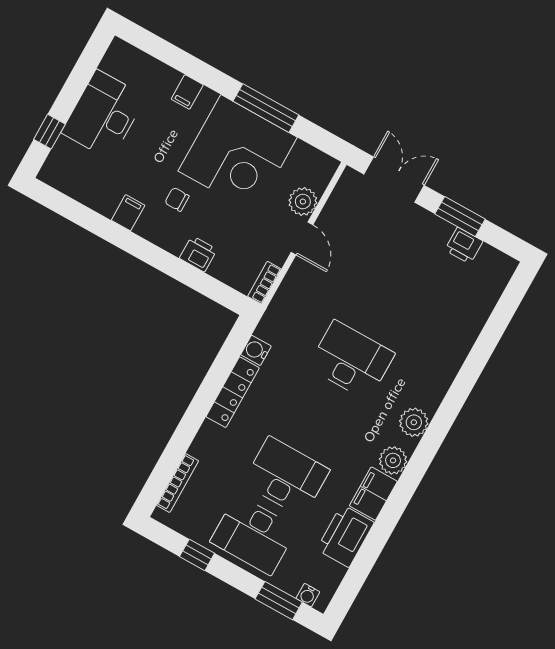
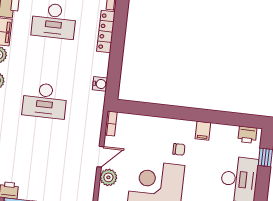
door: (302, 238) -> (100, 157), swing flipped
printer: (198, 254) -> (247, 135), moved
locker: (233, 392) -> (106, 31), moved

